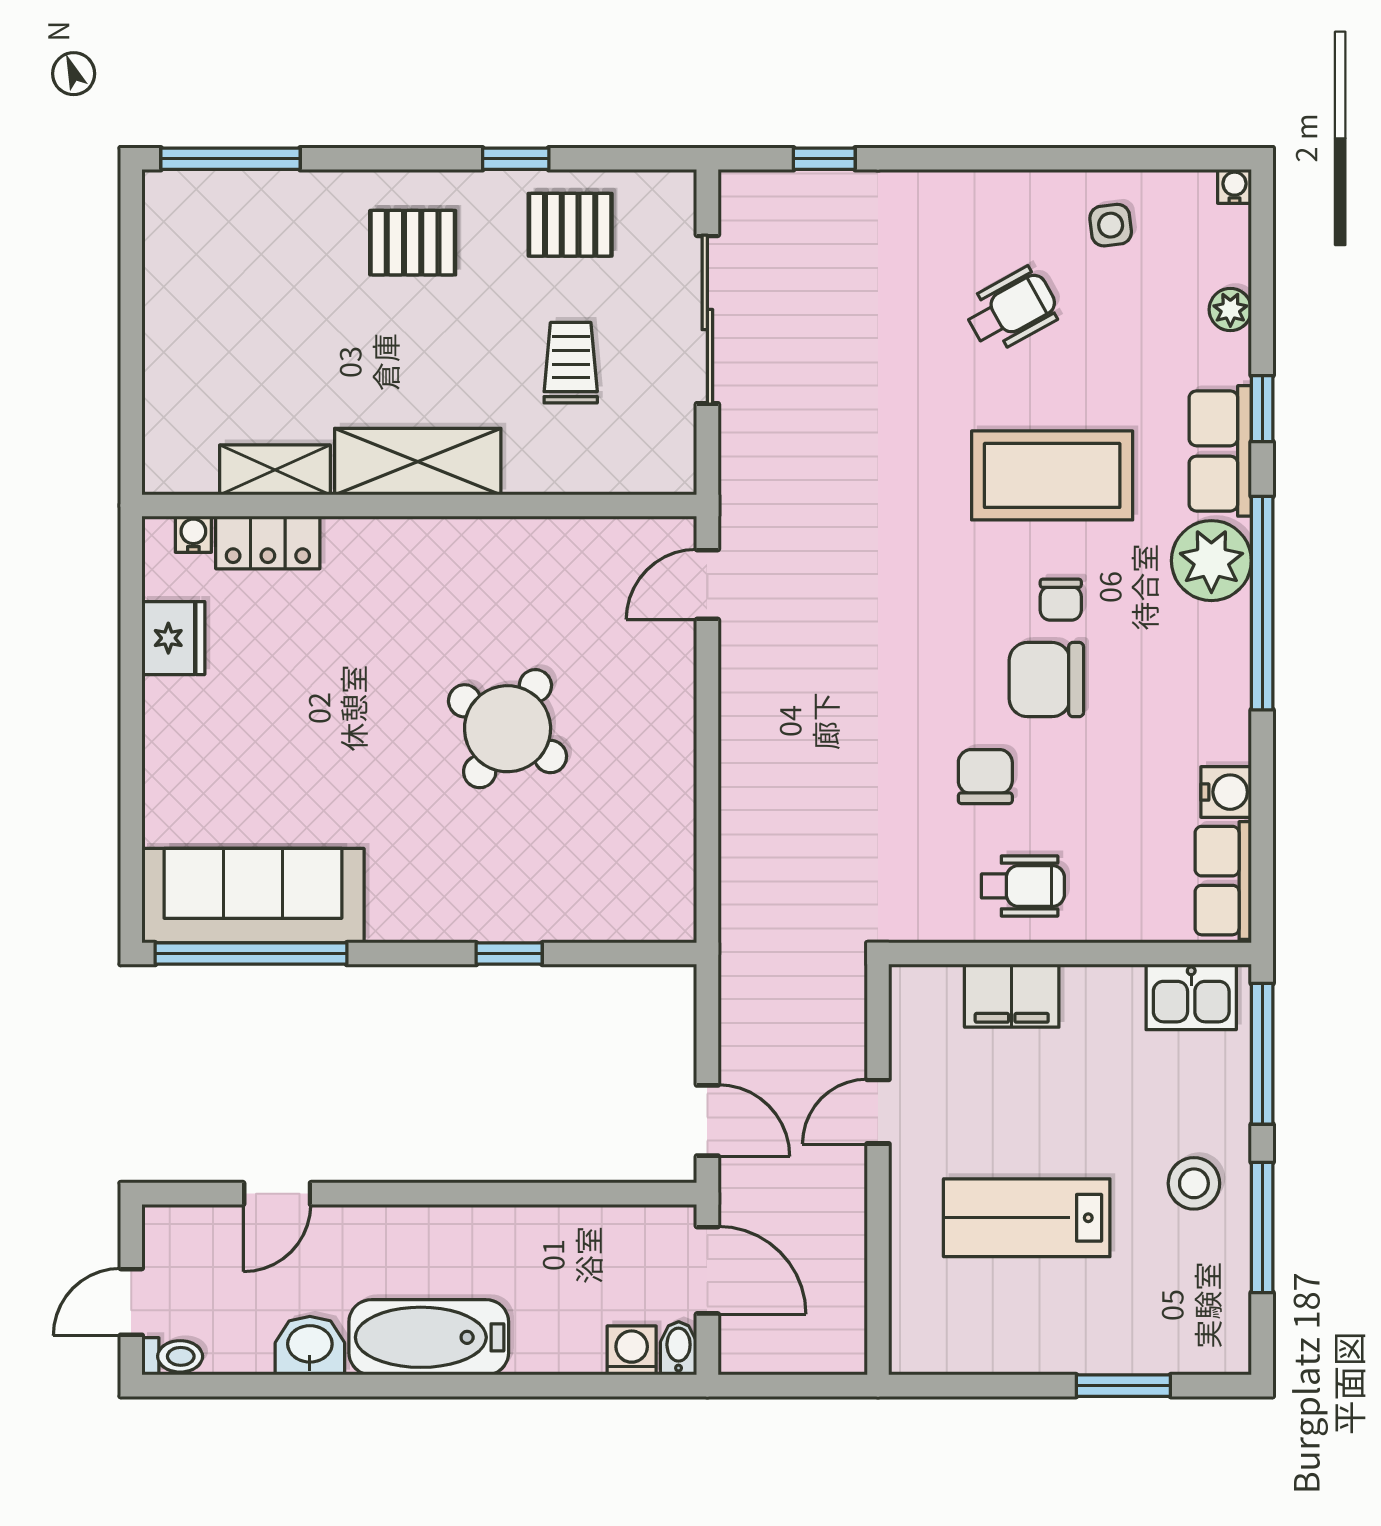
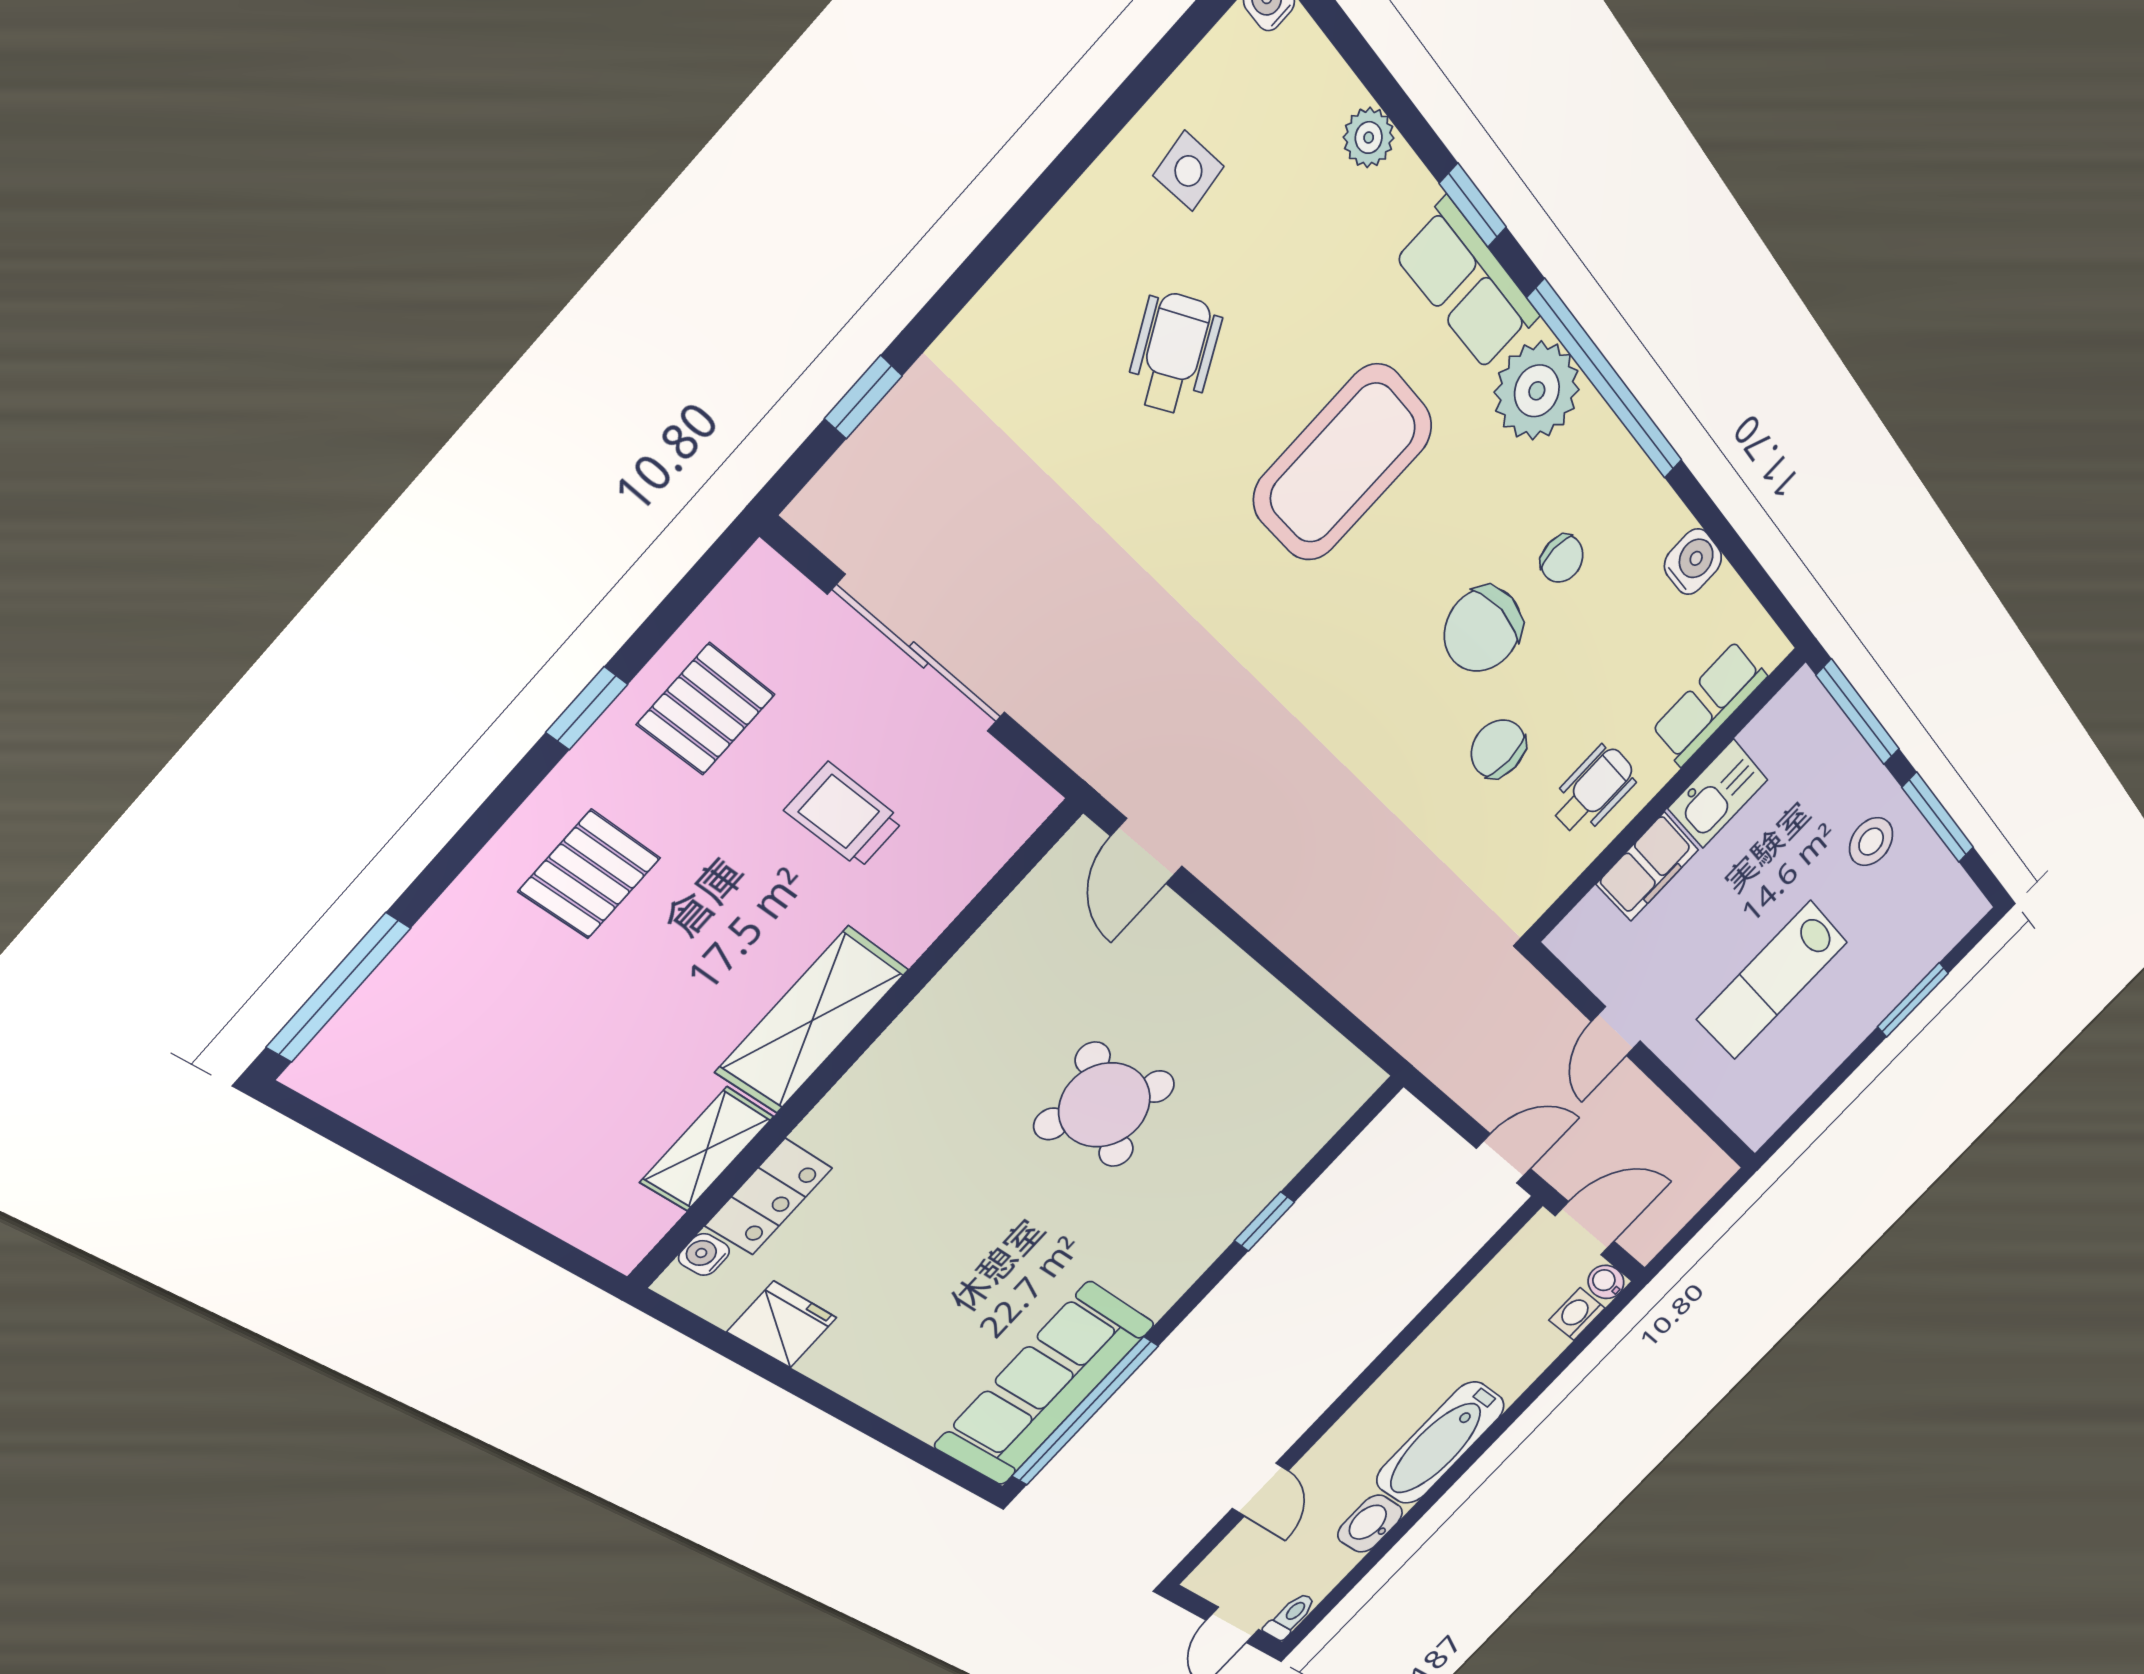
chair: (1061, 600) -> (1562, 559), moved
row of seats: (1223, 881) -> (1709, 704), moved, turned 90
kitchen sink: (1191, 997) -> (1718, 794), moved

